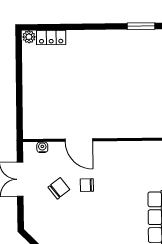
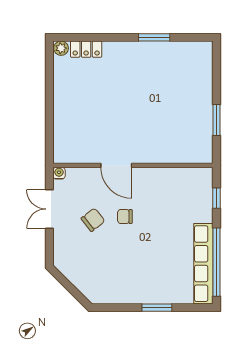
window: (141, 26) -> (154, 37), moved
water cooler: (42, 147) -> (59, 173), moved

